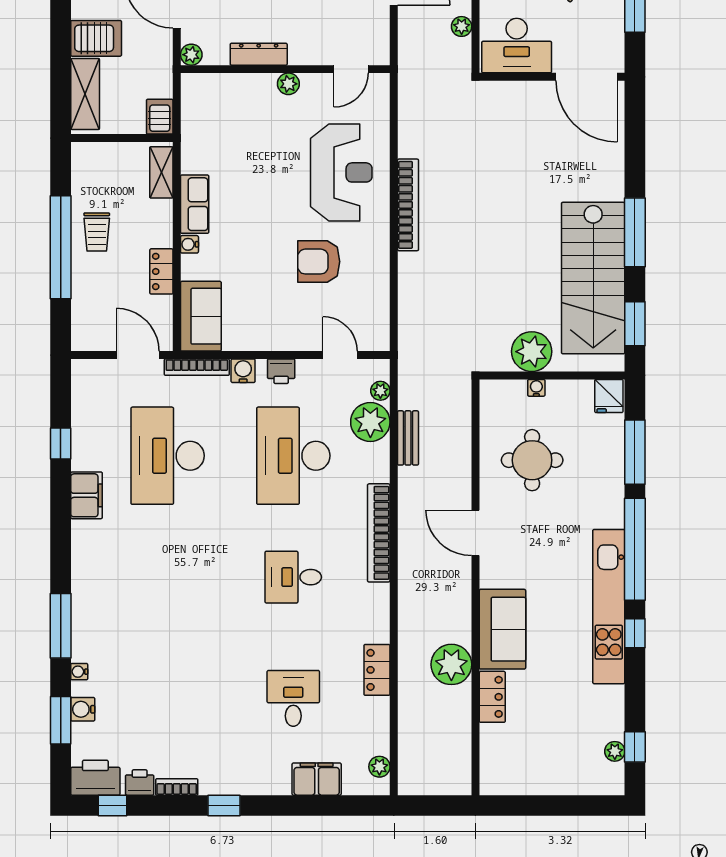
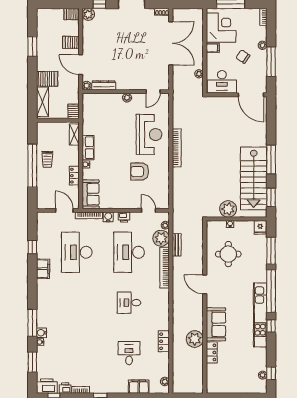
dresser: (259, 54) -> (104, 85), moved
bookcase: (379, 533) -> (165, 268), moved
water cooler: (83, 709) -> (42, 333), moved

